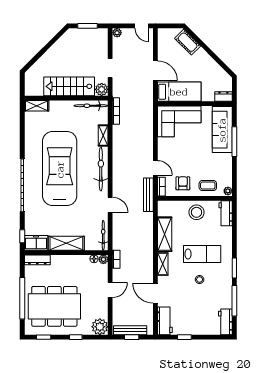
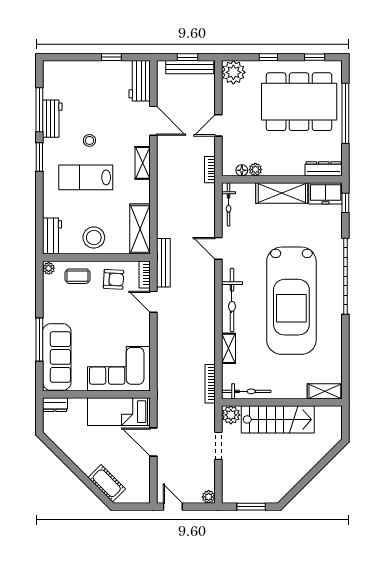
armchair: (183, 183) -> (114, 279), turned -87
shelving: (165, 234) -> (140, 229), moved
plant: (103, 259) -> (255, 170), moved
workbench: (225, 322) -> (52, 119), moved

